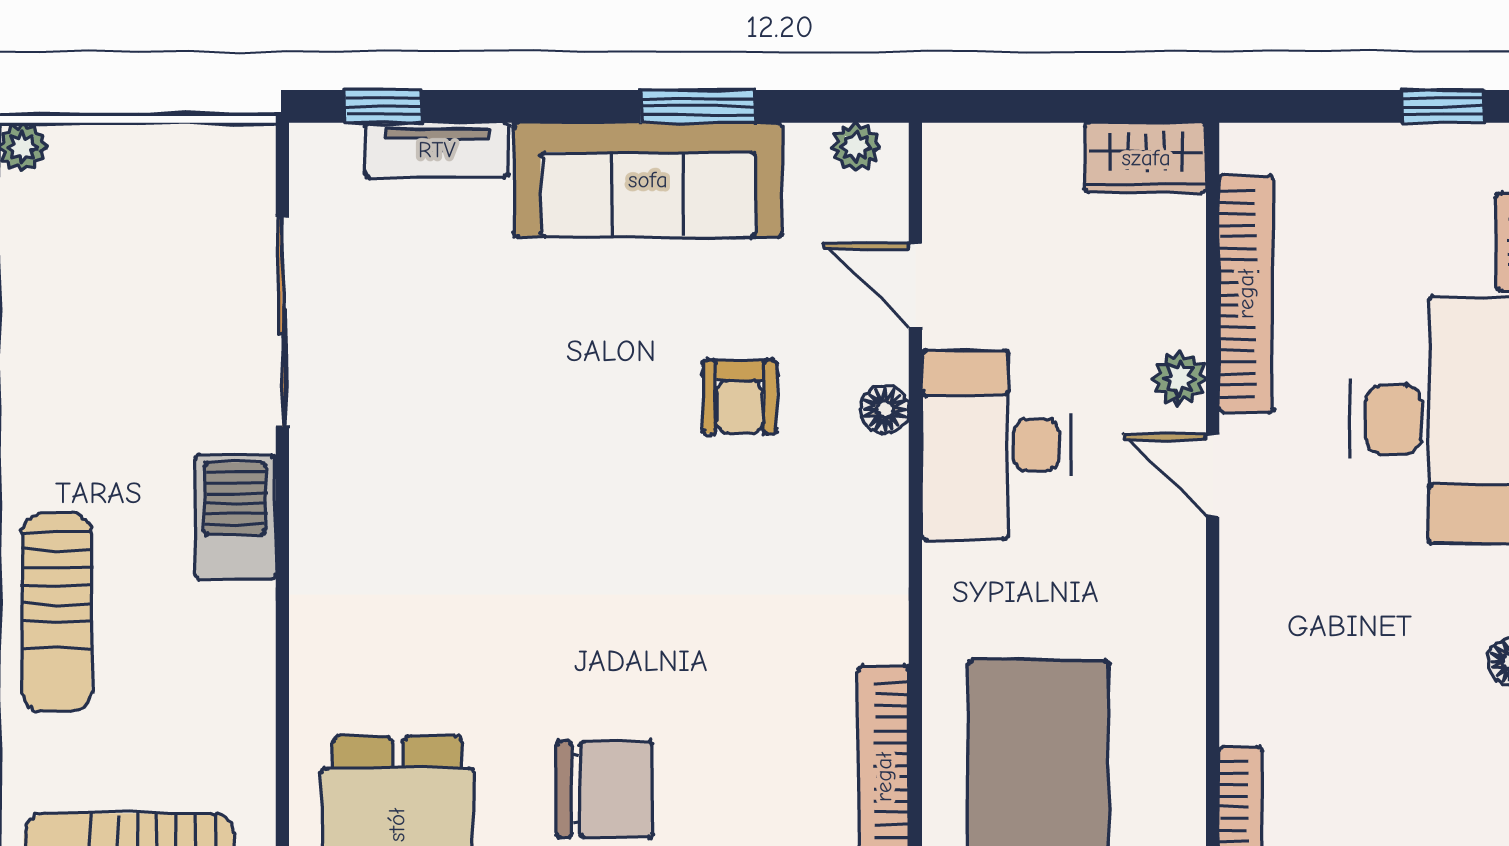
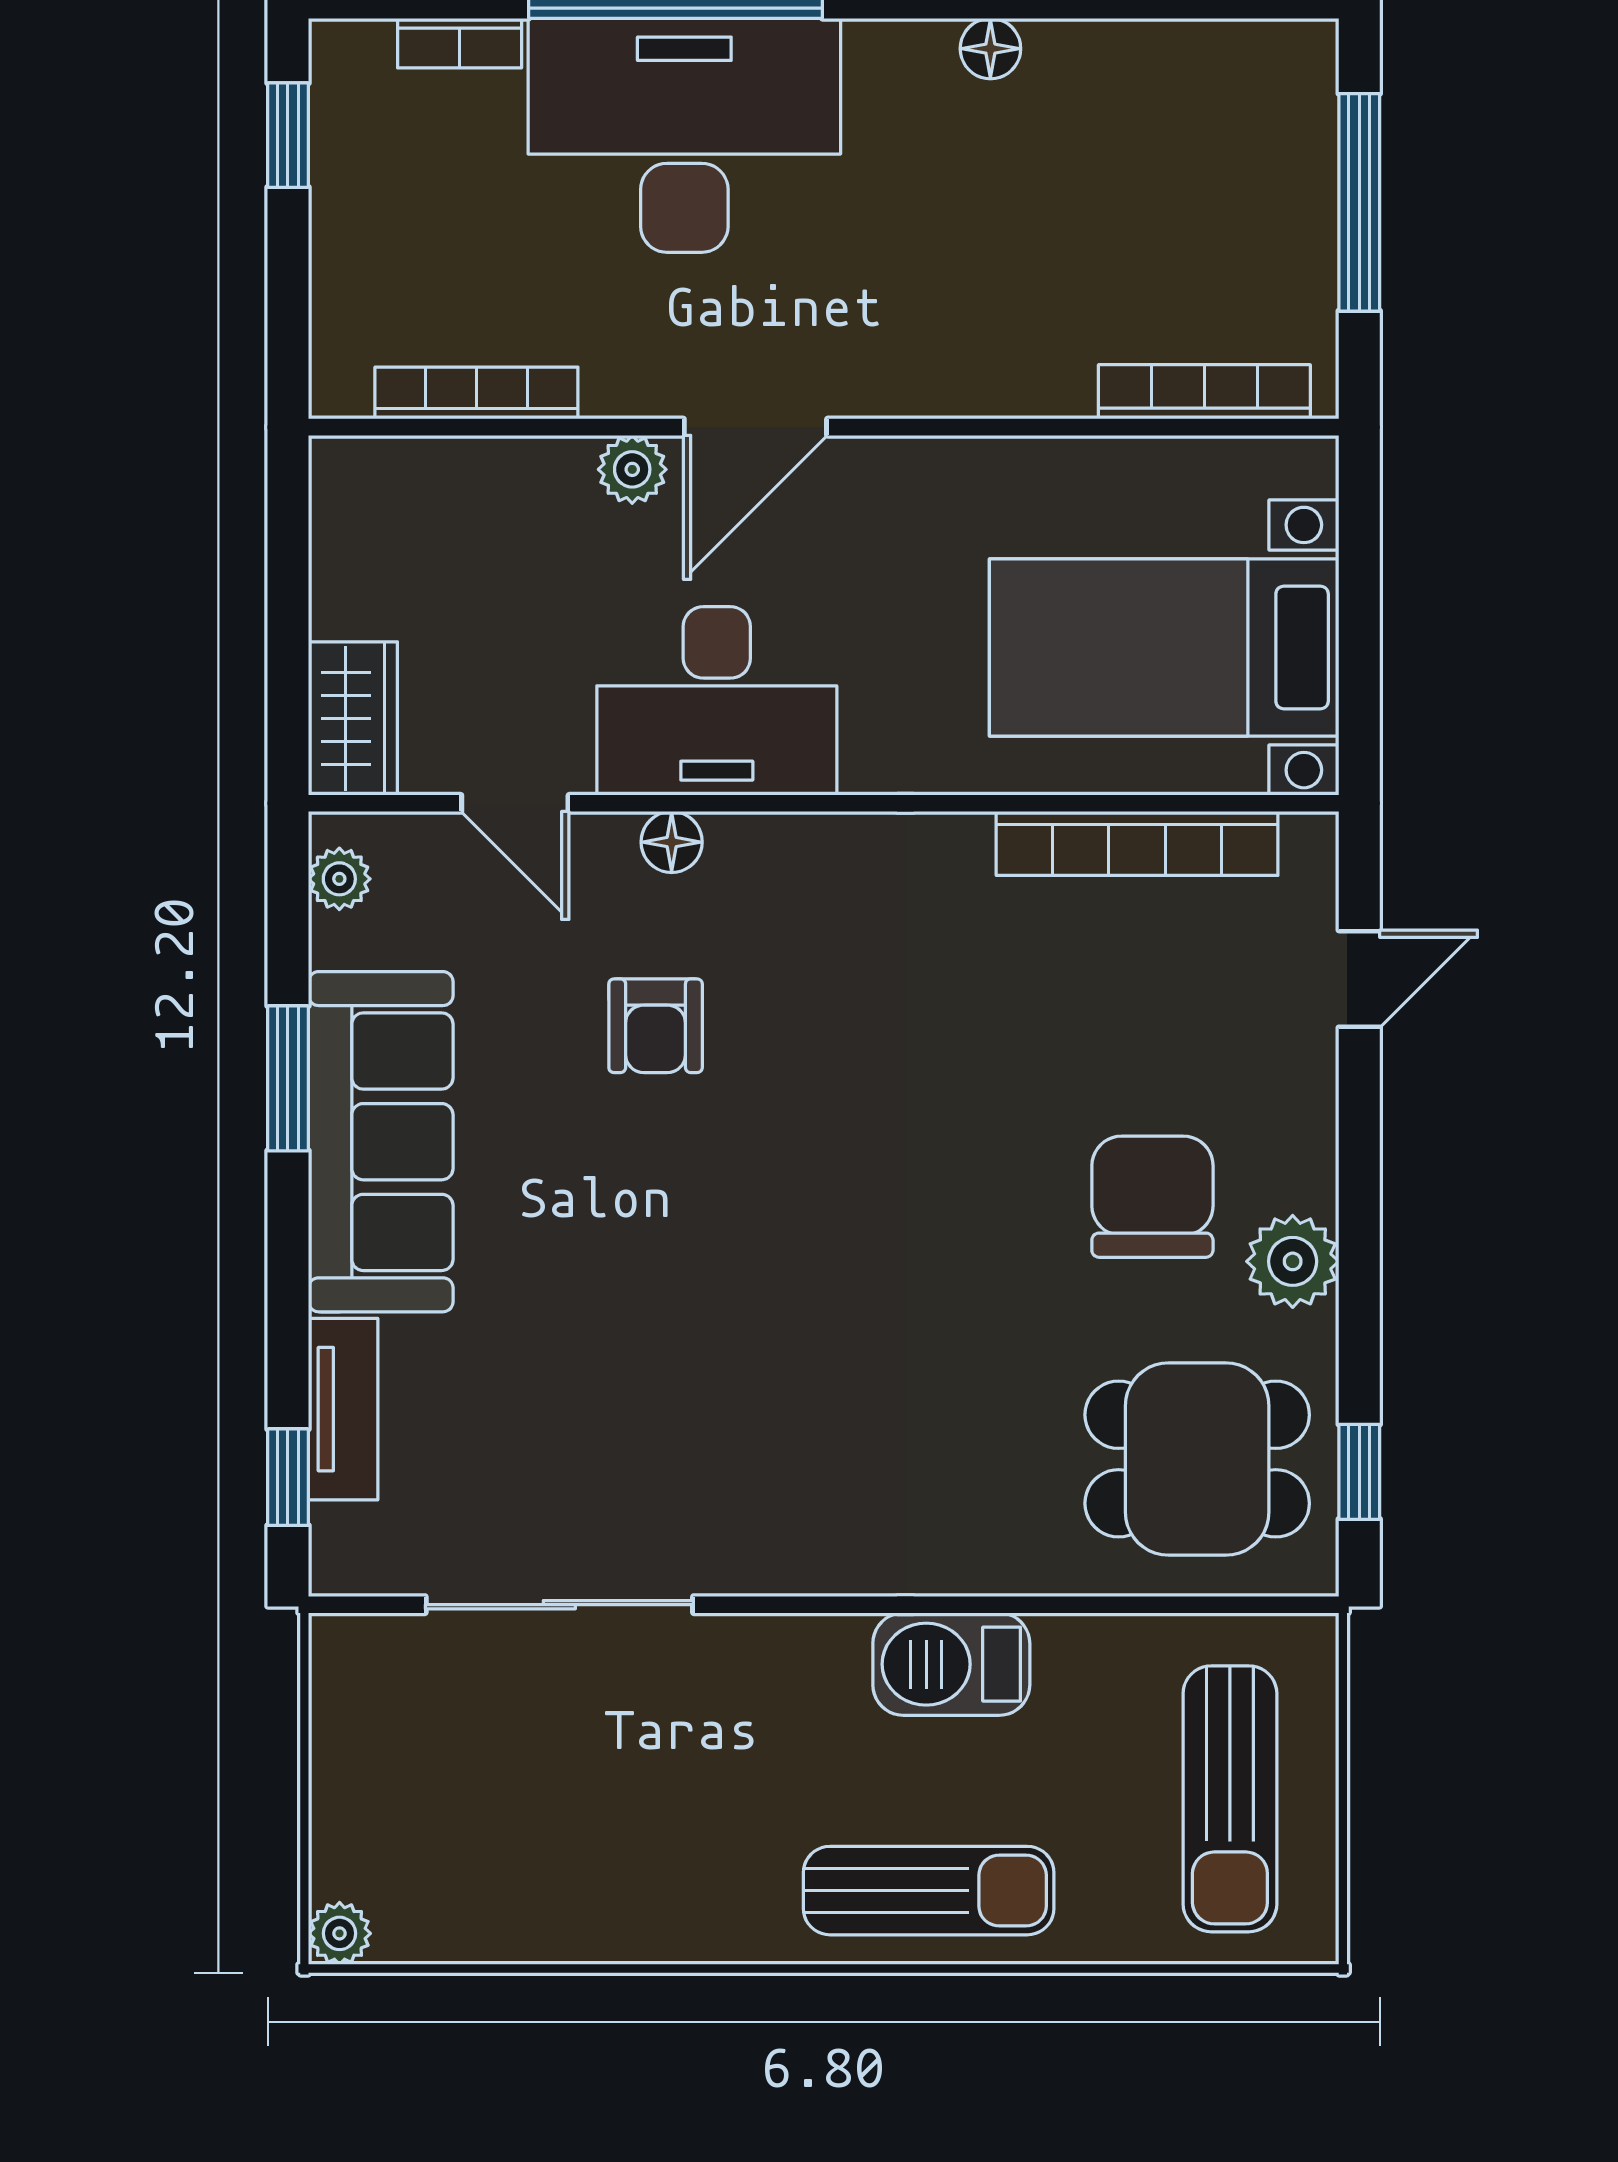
wardrobe: (1146, 158) -> (353, 718), moved
door: (915, 286) -> (515, 803), hinge flipped
bookcase: (1246, 294) -> (476, 393), width x0.68, depth x0.76
armchair: (740, 397) -> (656, 1026), turned 90
door: (1213, 476) -> (755, 427), width x1.38
barbecue: (235, 517) -> (951, 1664), moved

